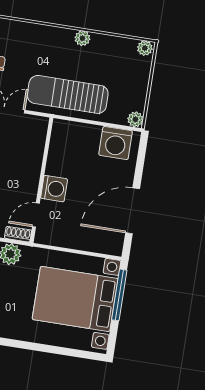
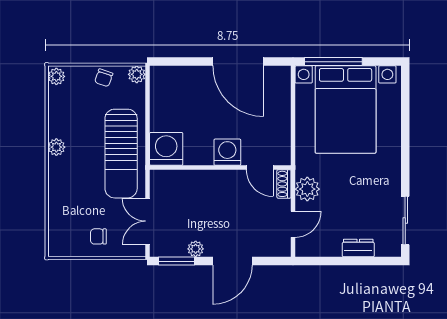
chair: (137, 90) -> (104, 78), added
washing machine: (116, 143) -> (166, 149), moved, turned -90

